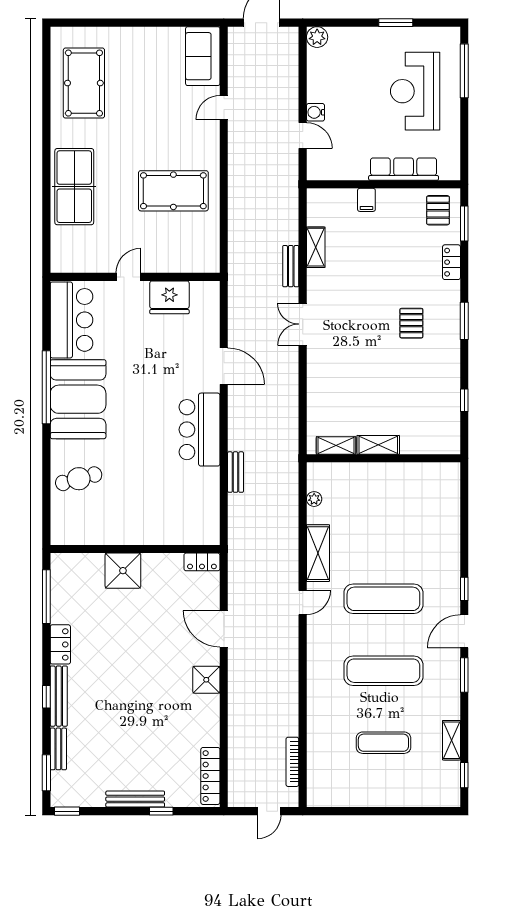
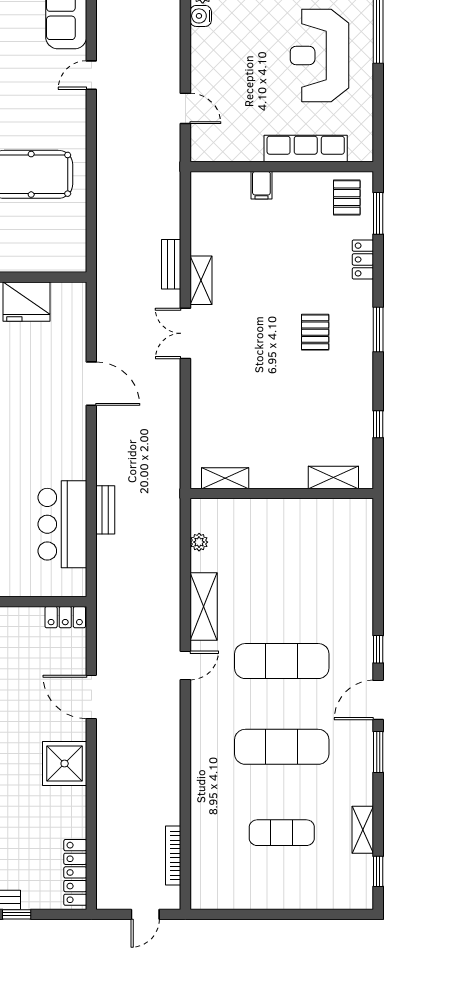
water cooler: (315, 112) -> (201, 16), moved
shelving: (316, 247) -> (201, 280), moved
bar counter: (200, 430) -> (62, 524), moved
shelving: (378, 445) -> (333, 477), moved
shower: (206, 680) -> (65, 764), width x1.36, depth x1.36

